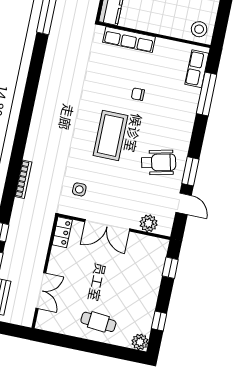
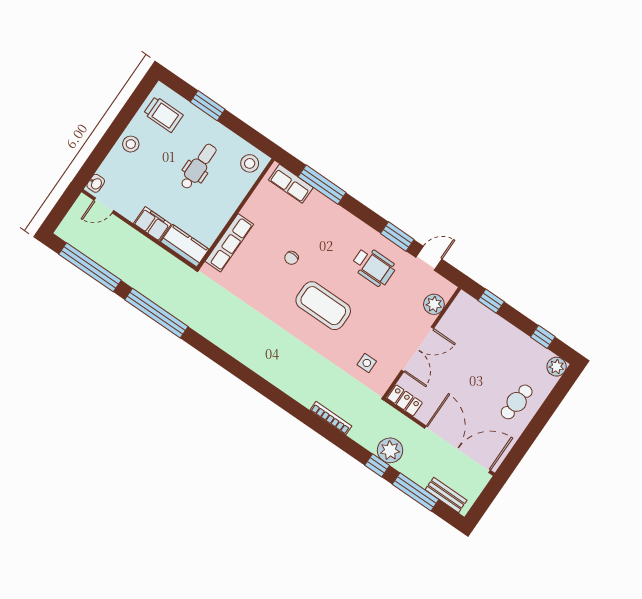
wheelchair: (159, 162) -> (374, 266), turned 103
plant: (17, 237) -> (390, 450), added
double door: (41, 291) -> (457, 449), width x1.87

